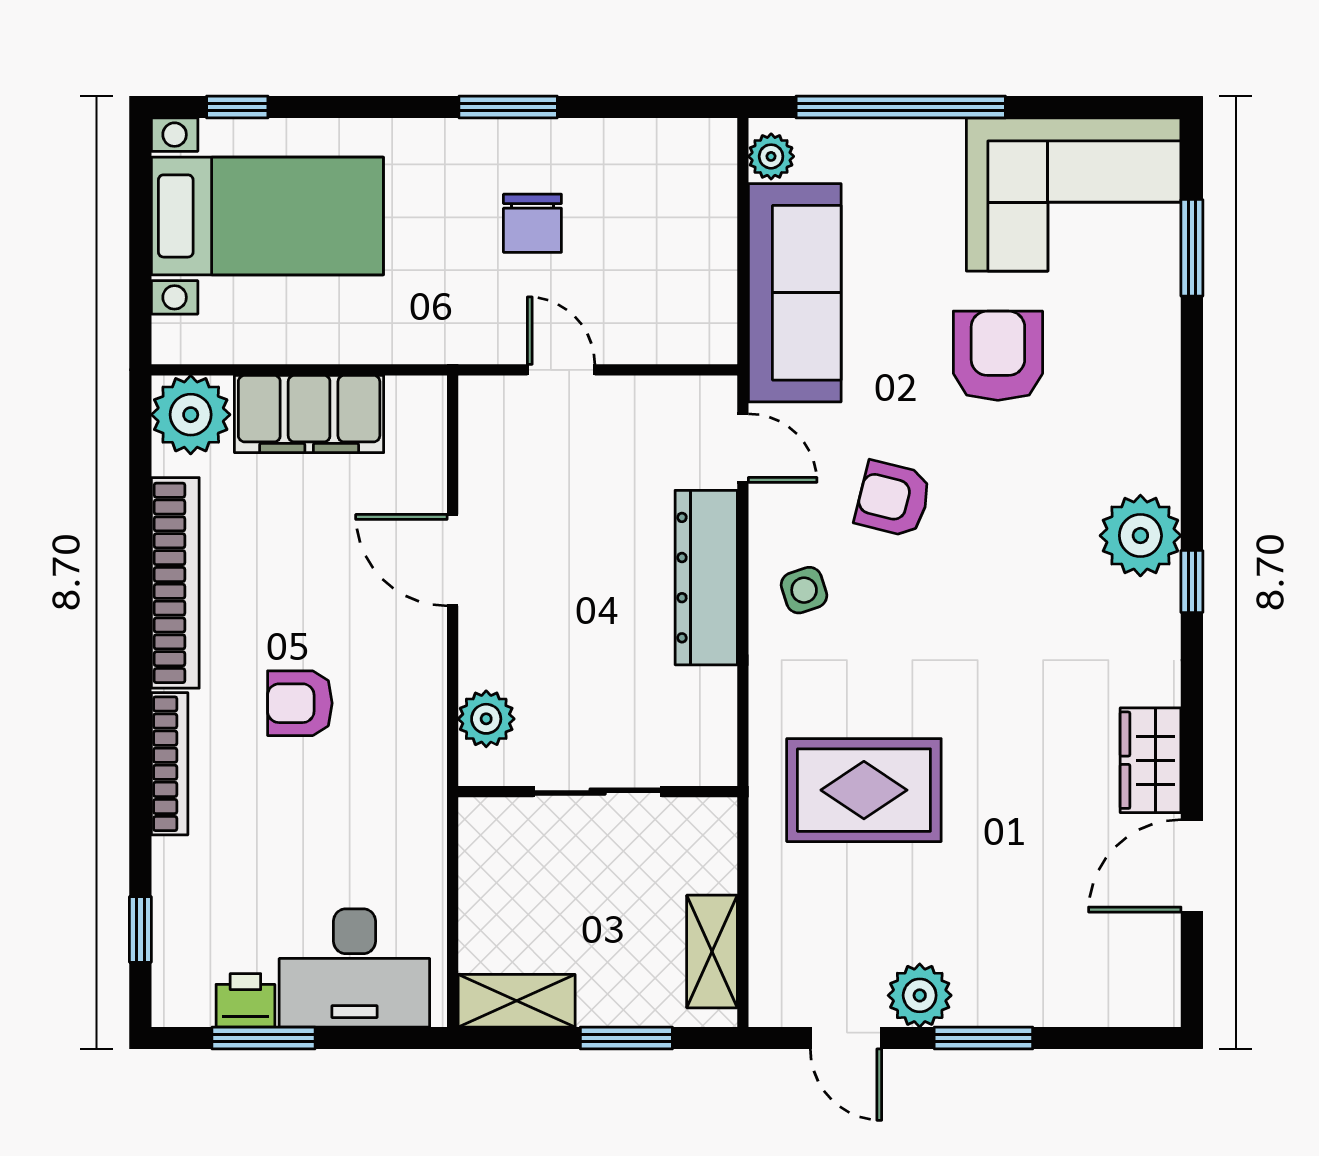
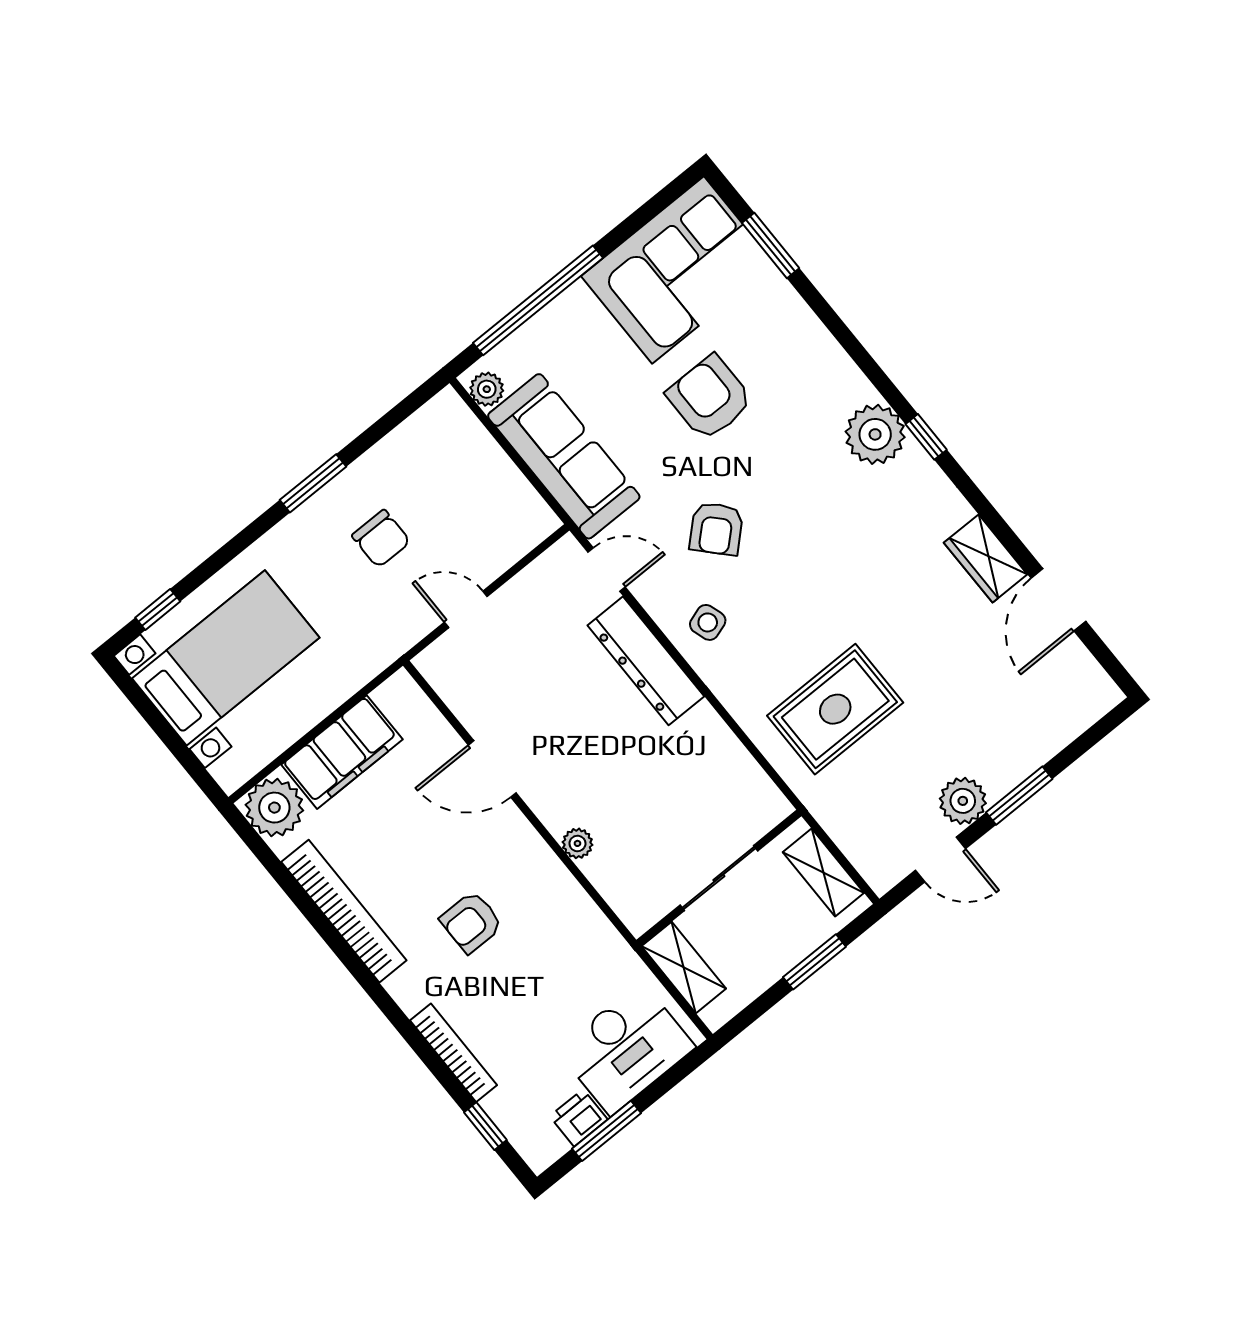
armchair: (893, 499) -> (716, 529), turned -57
plant: (486, 719) -> (577, 843), width x0.73, depth x0.73
bookcase: (170, 764) -> (454, 1053), moved
sliding door: (598, 792) -> (719, 878), moved
wall: (598, 792) -> (719, 878), moved
shelving: (517, 1001) -> (684, 967), moved, turned 90

